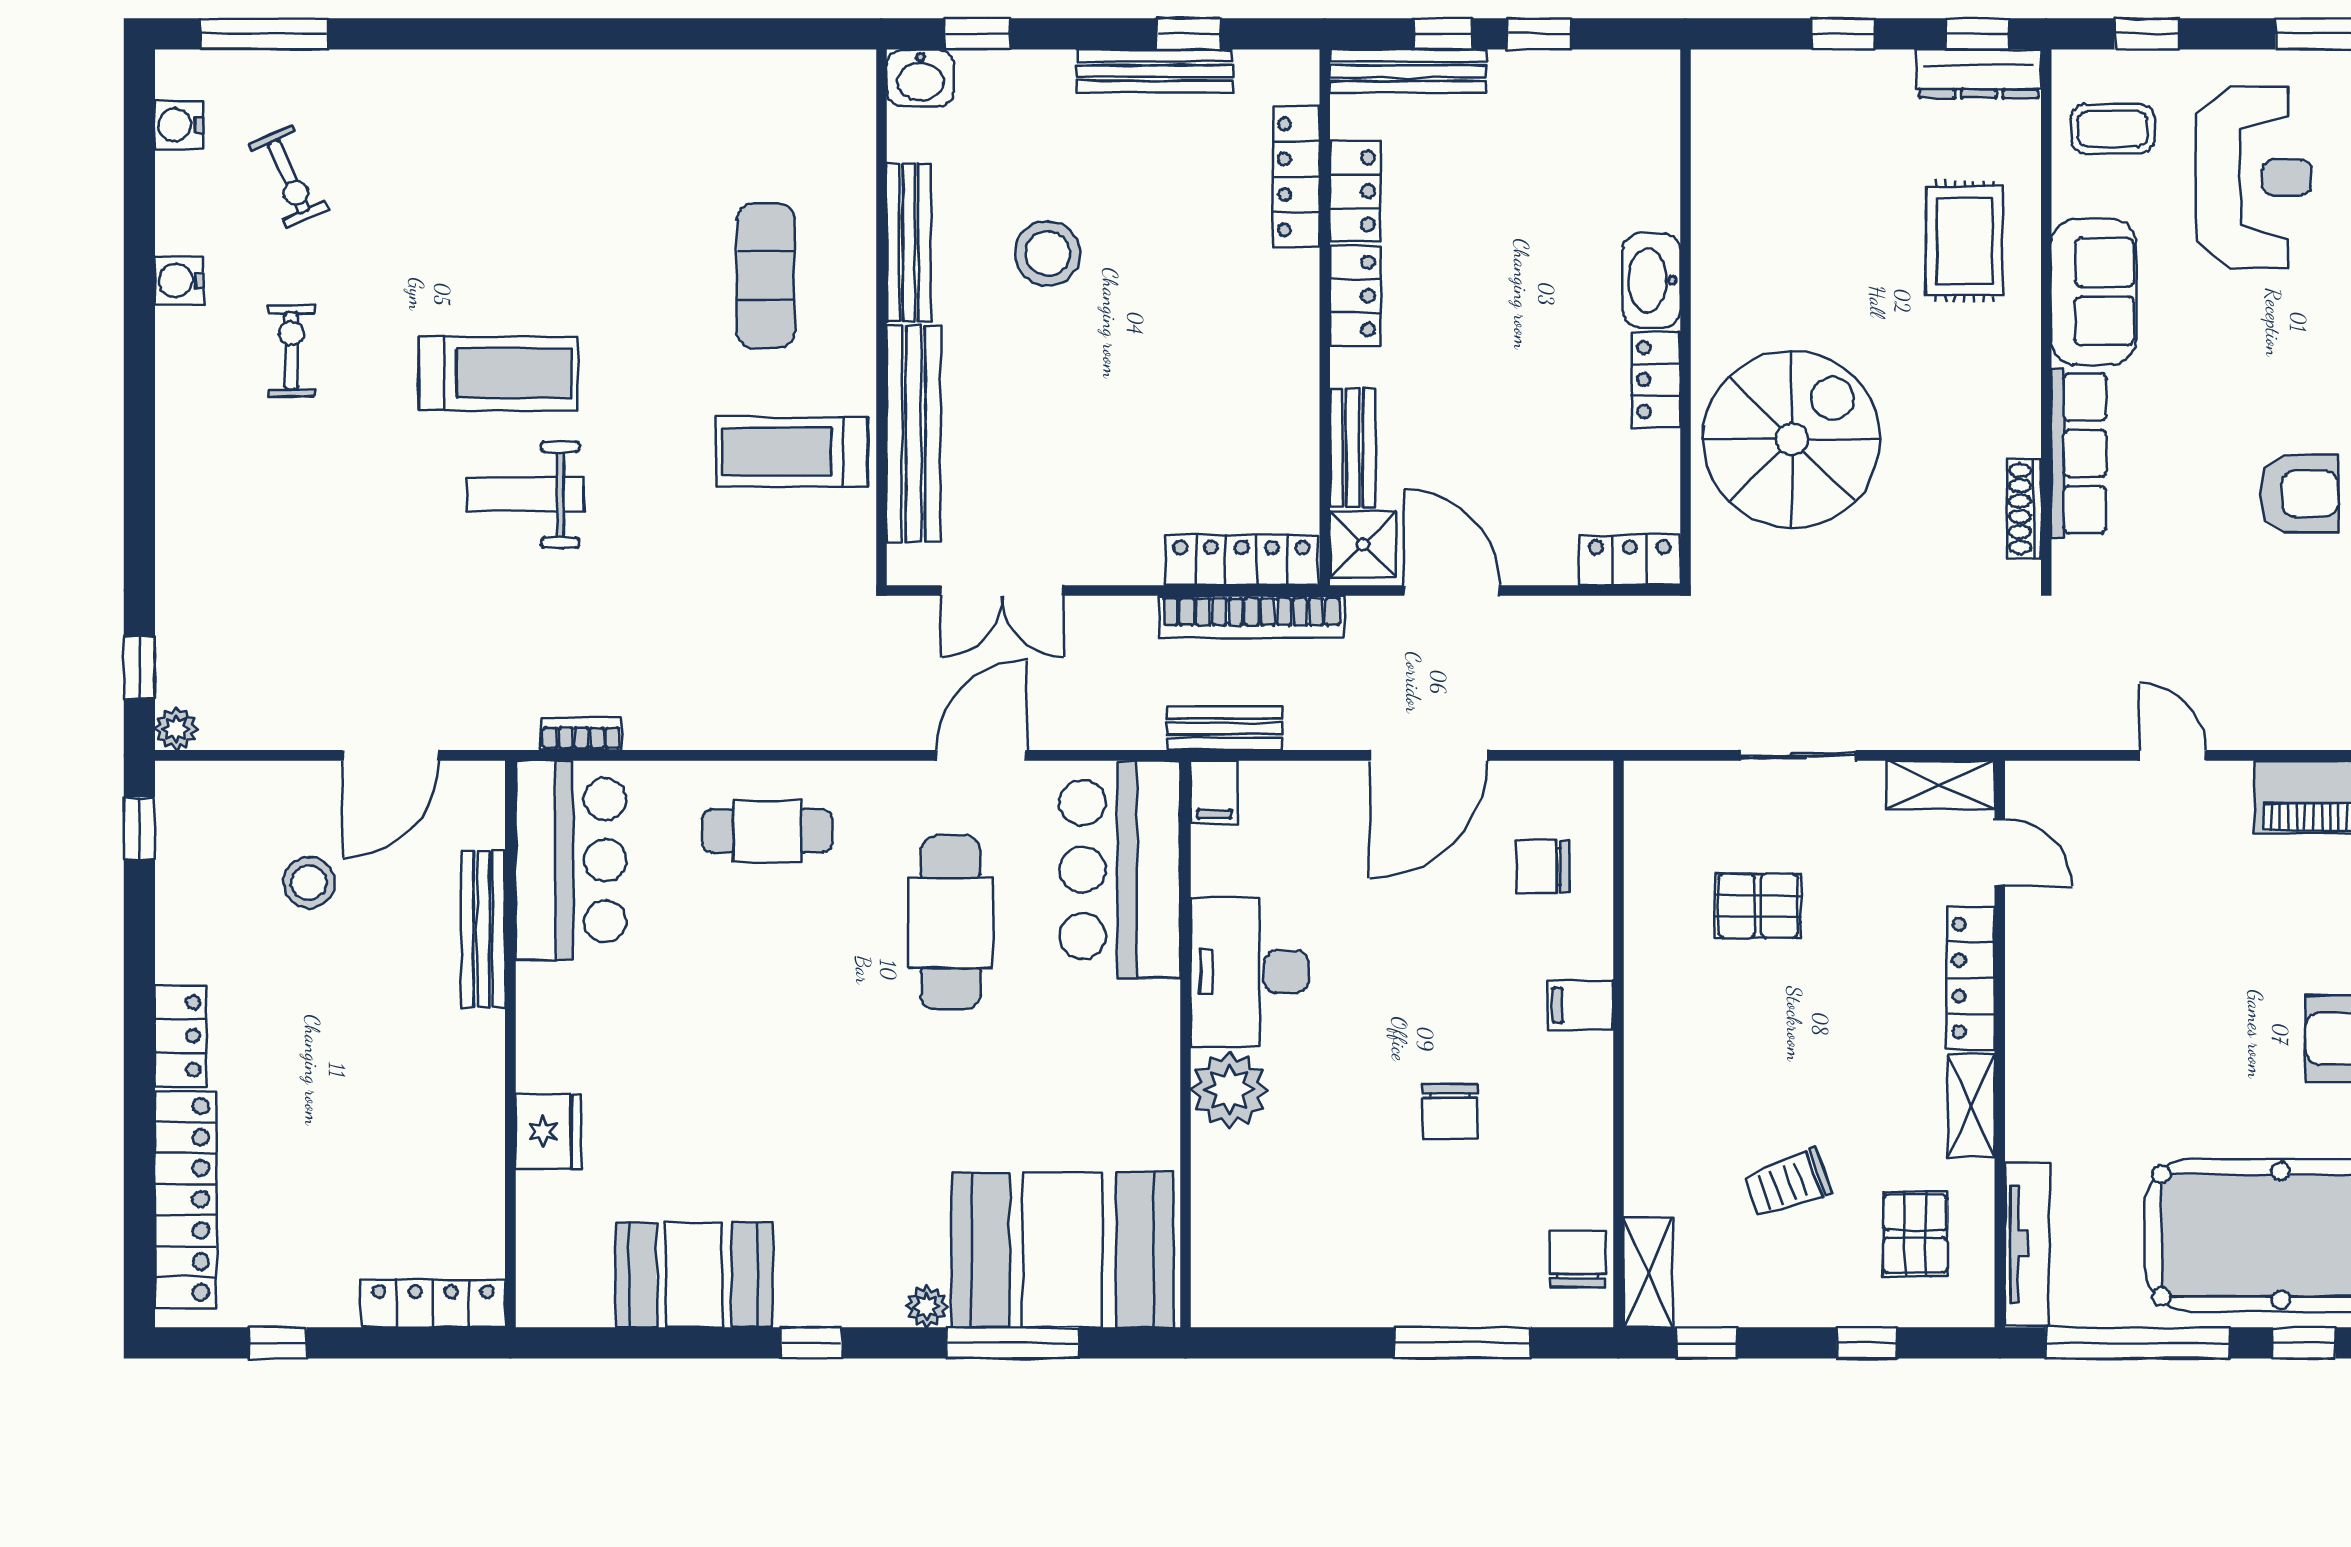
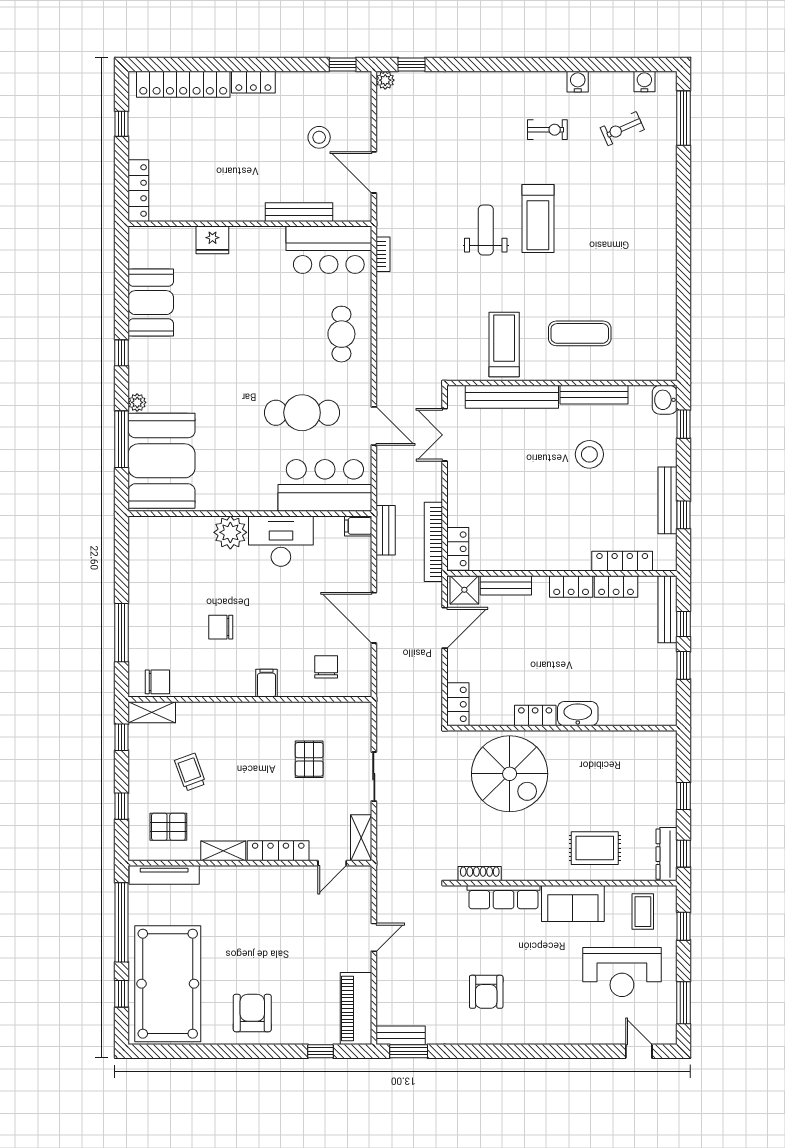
locker: (1241, 560) -> (458, 549), width x0.66

